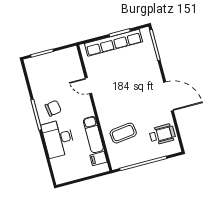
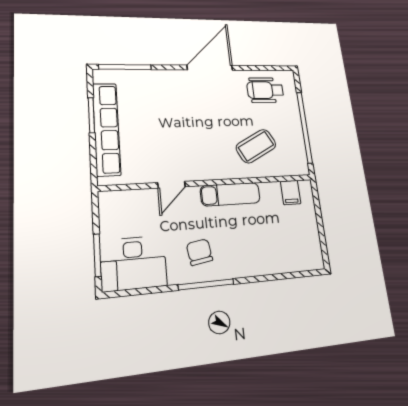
coffee table: (123, 133) -> (256, 146), turned 69
wheelchair: (162, 134) -> (265, 90), turned -90
exam couch: (93, 135) -> (230, 194), moved
desk: (58, 138) -> (133, 263), moved

